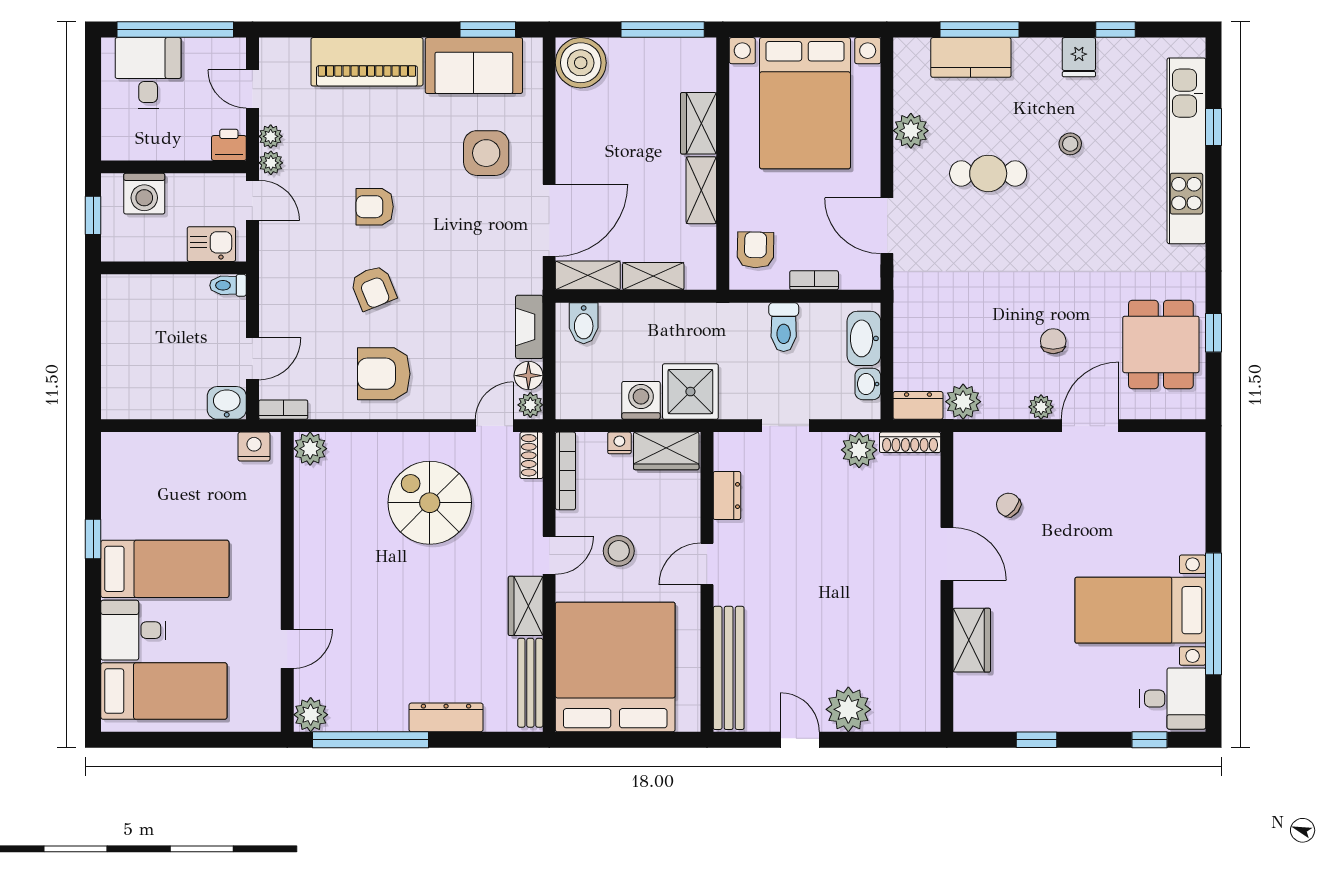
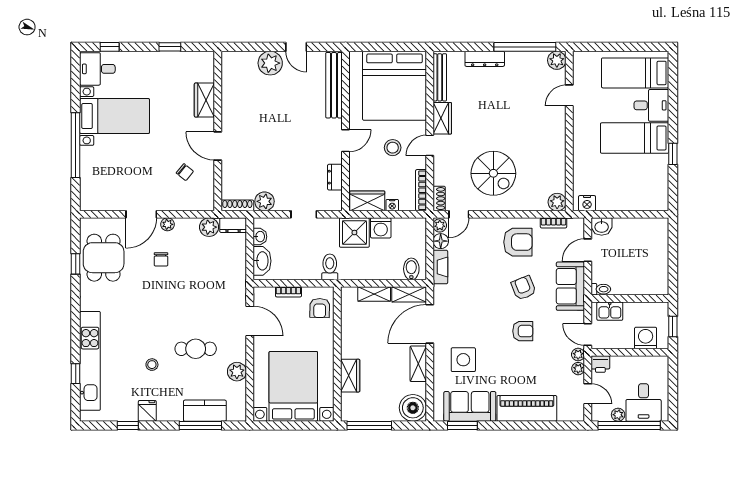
plant: (196, 50) -> (618, 415), added
shelving: (701, 190) -> (418, 364), moved
sofa: (285, 291) -> (570, 286), added
toilet: (784, 327) -> (330, 267), moved
bookcase: (283, 410) -> (554, 223), moved
window: (1214, 614) -> (76, 145), moved

